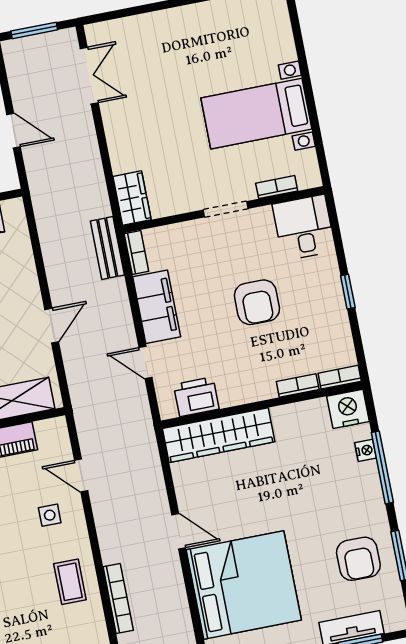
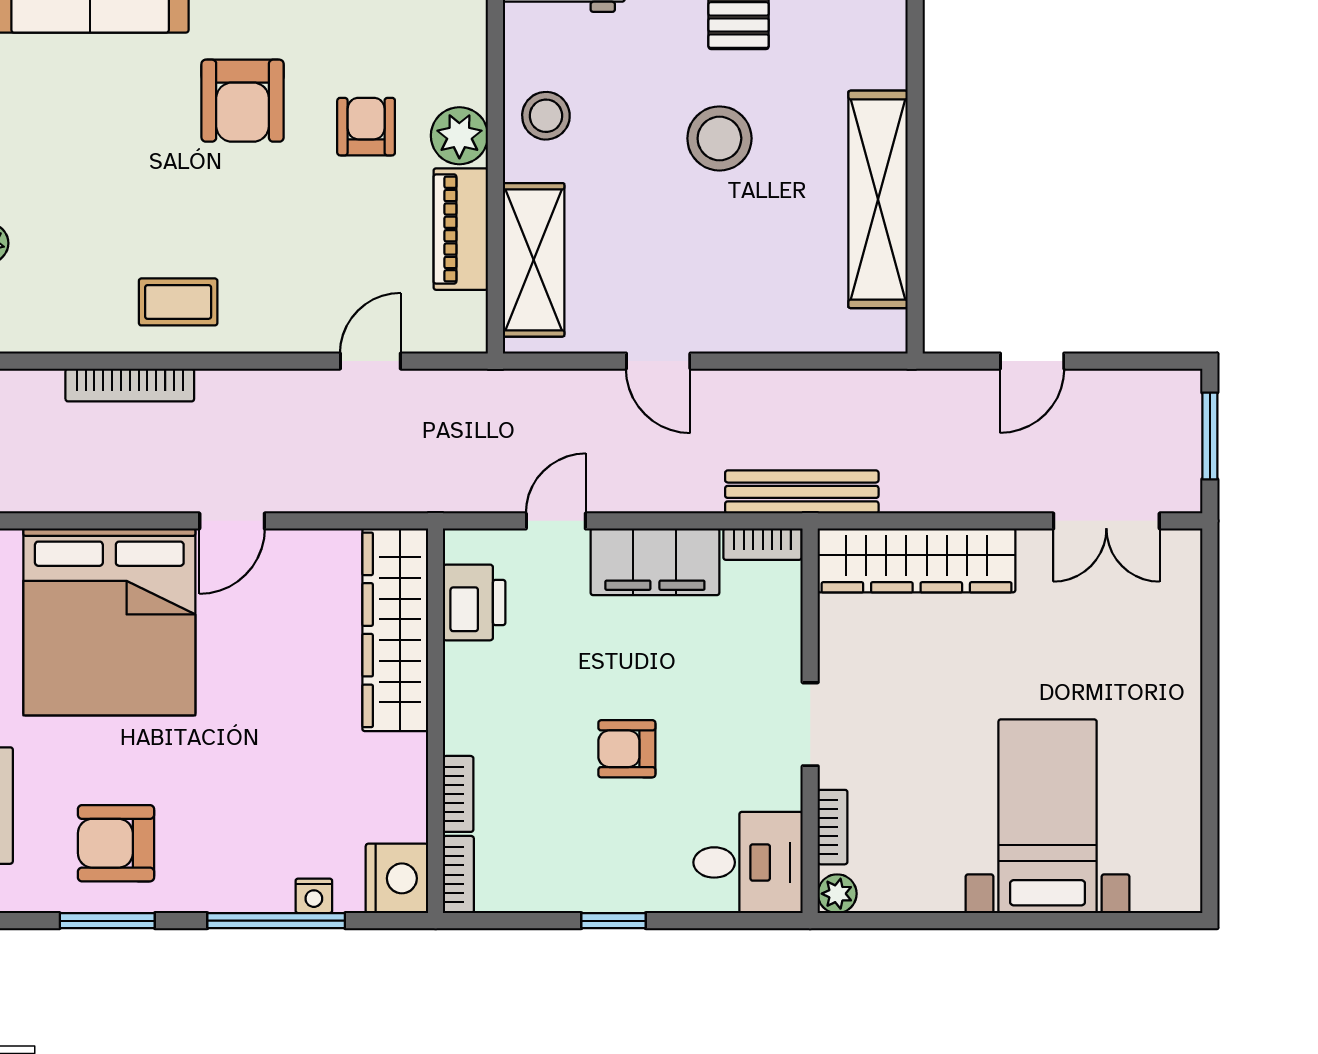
bed with nightstands: (256, 114) -> (1048, 816), moved
plant: (311, 178) -> (837, 894), added
wardrobe: (132, 198) -> (917, 560), width x2.10, depth x1.17
bench: (107, 248) -> (802, 492), width x1.36
armchair: (257, 302) -> (627, 749), width x0.72, depth x0.72
side table: (50, 515) -> (309, 289), removed

